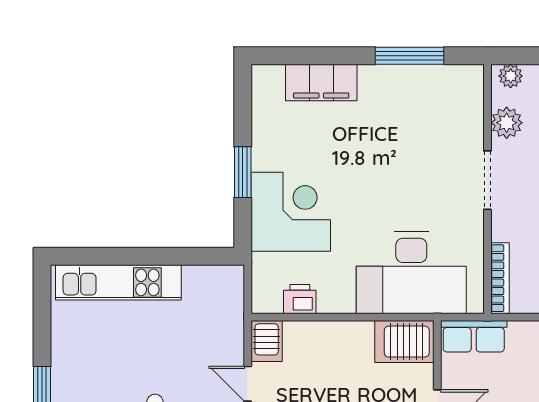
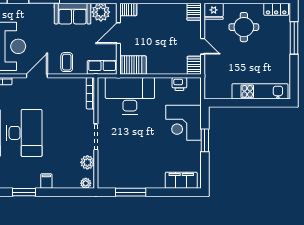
filing cabinet: (321, 82) -> (181, 180), moved

